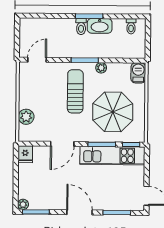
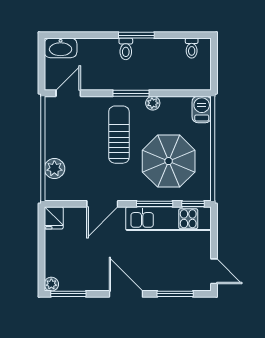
washbasin: (100, 26) -> (61, 48), moved

